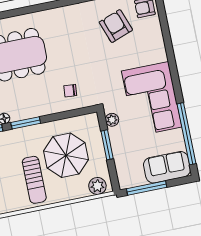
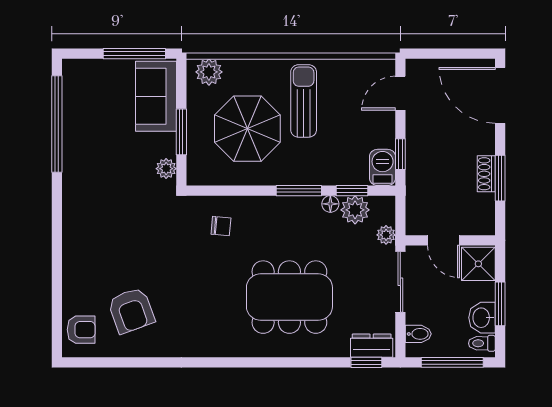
corner sofa: (152, 99) -> (99, 188), removed
sofa: (167, 167) -> (156, 96), moved, turned 90

